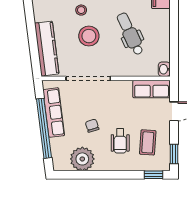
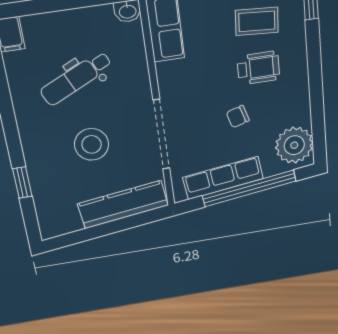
stool: (81, 10) -> (51, 163), removed
plant: (82, 159) -> (294, 145), moved

